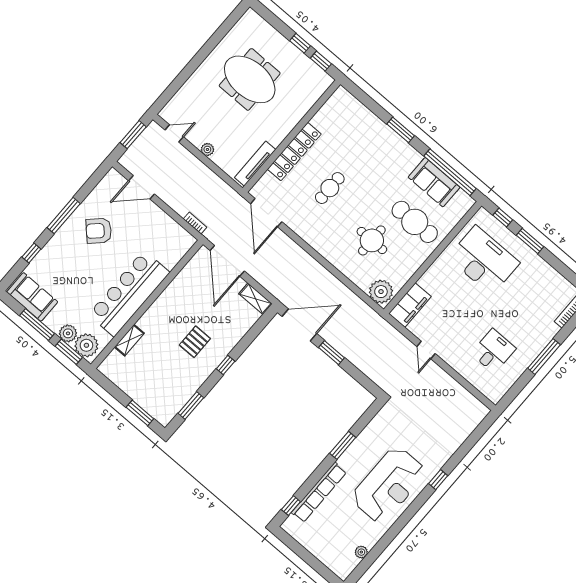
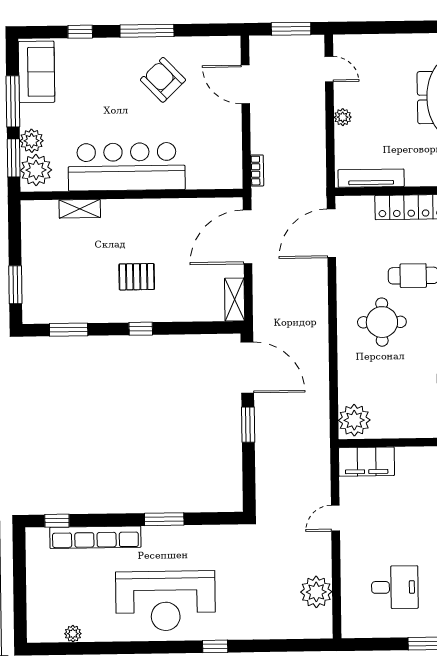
round table: (372, 240) -> (382, 322), moved
plant: (458, 397) -> (316, 592), added

